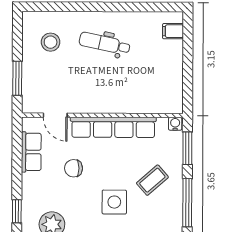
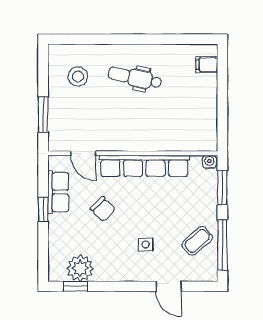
chair: (74, 168) -> (103, 209), turned -134
coffee table: (152, 180) -> (197, 241), moved
side table: (114, 202) -> (146, 244), width x0.54, depth x0.54
window: (17, 211) -> (43, 209), moved

